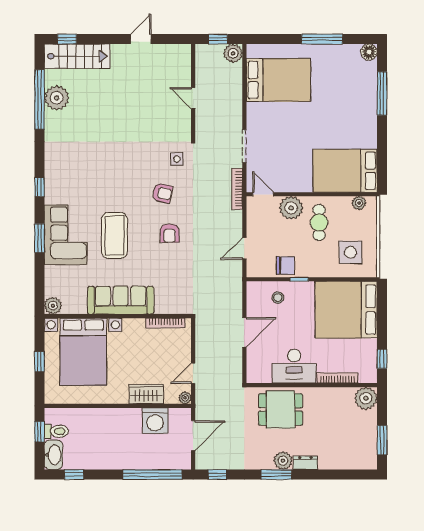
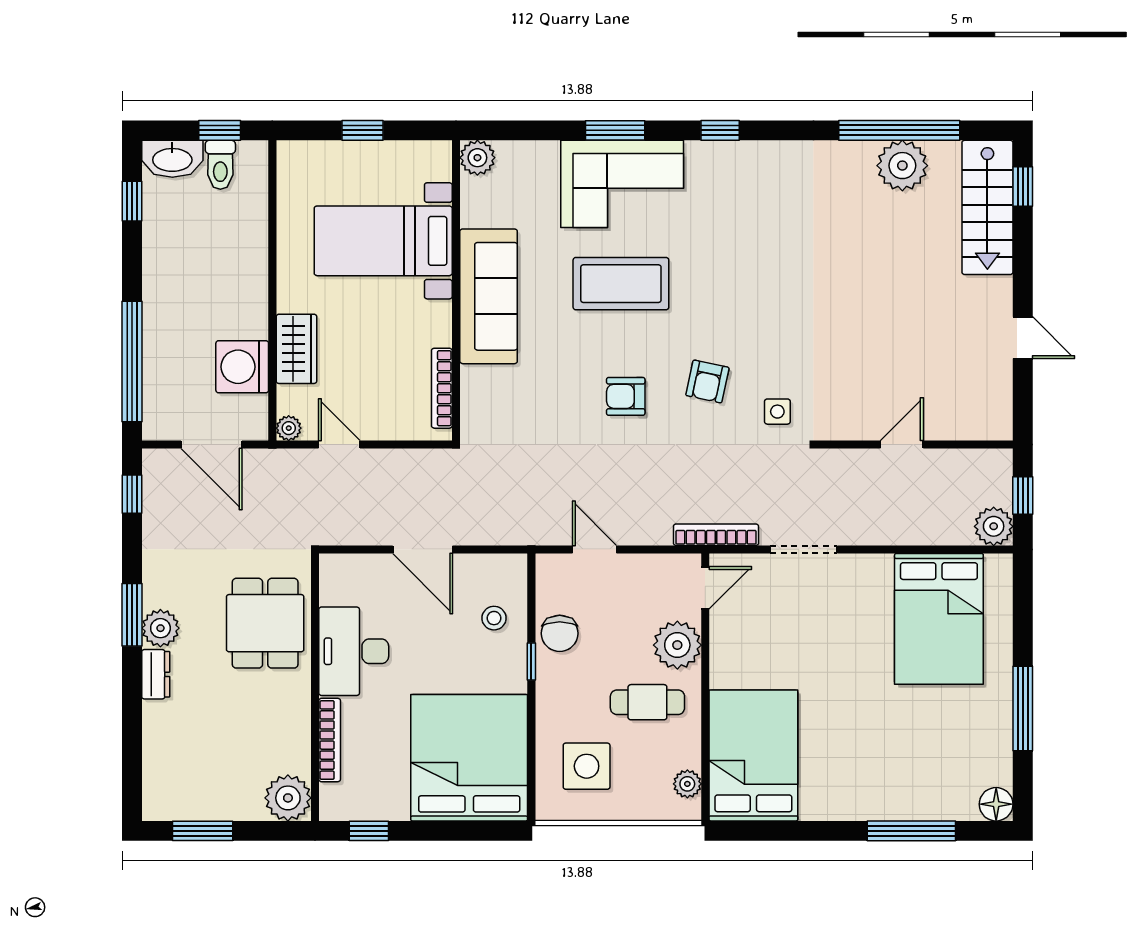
bed with nightstands: (83, 352) -> (383, 241), width x0.73

